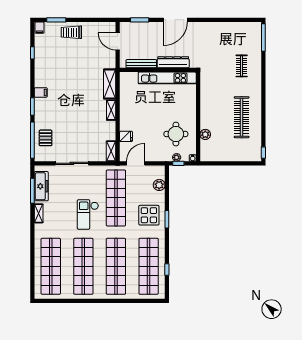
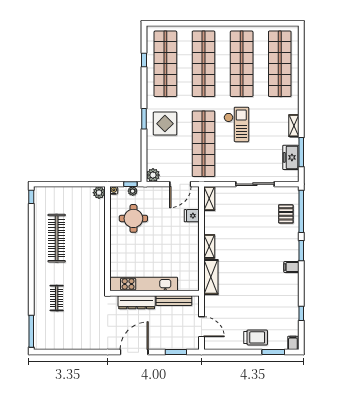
plant: (205, 134) -> (99, 193), moved
plant: (159, 185) -> (153, 175), moved
freezer: (41, 186) -> (291, 157), width x0.71

